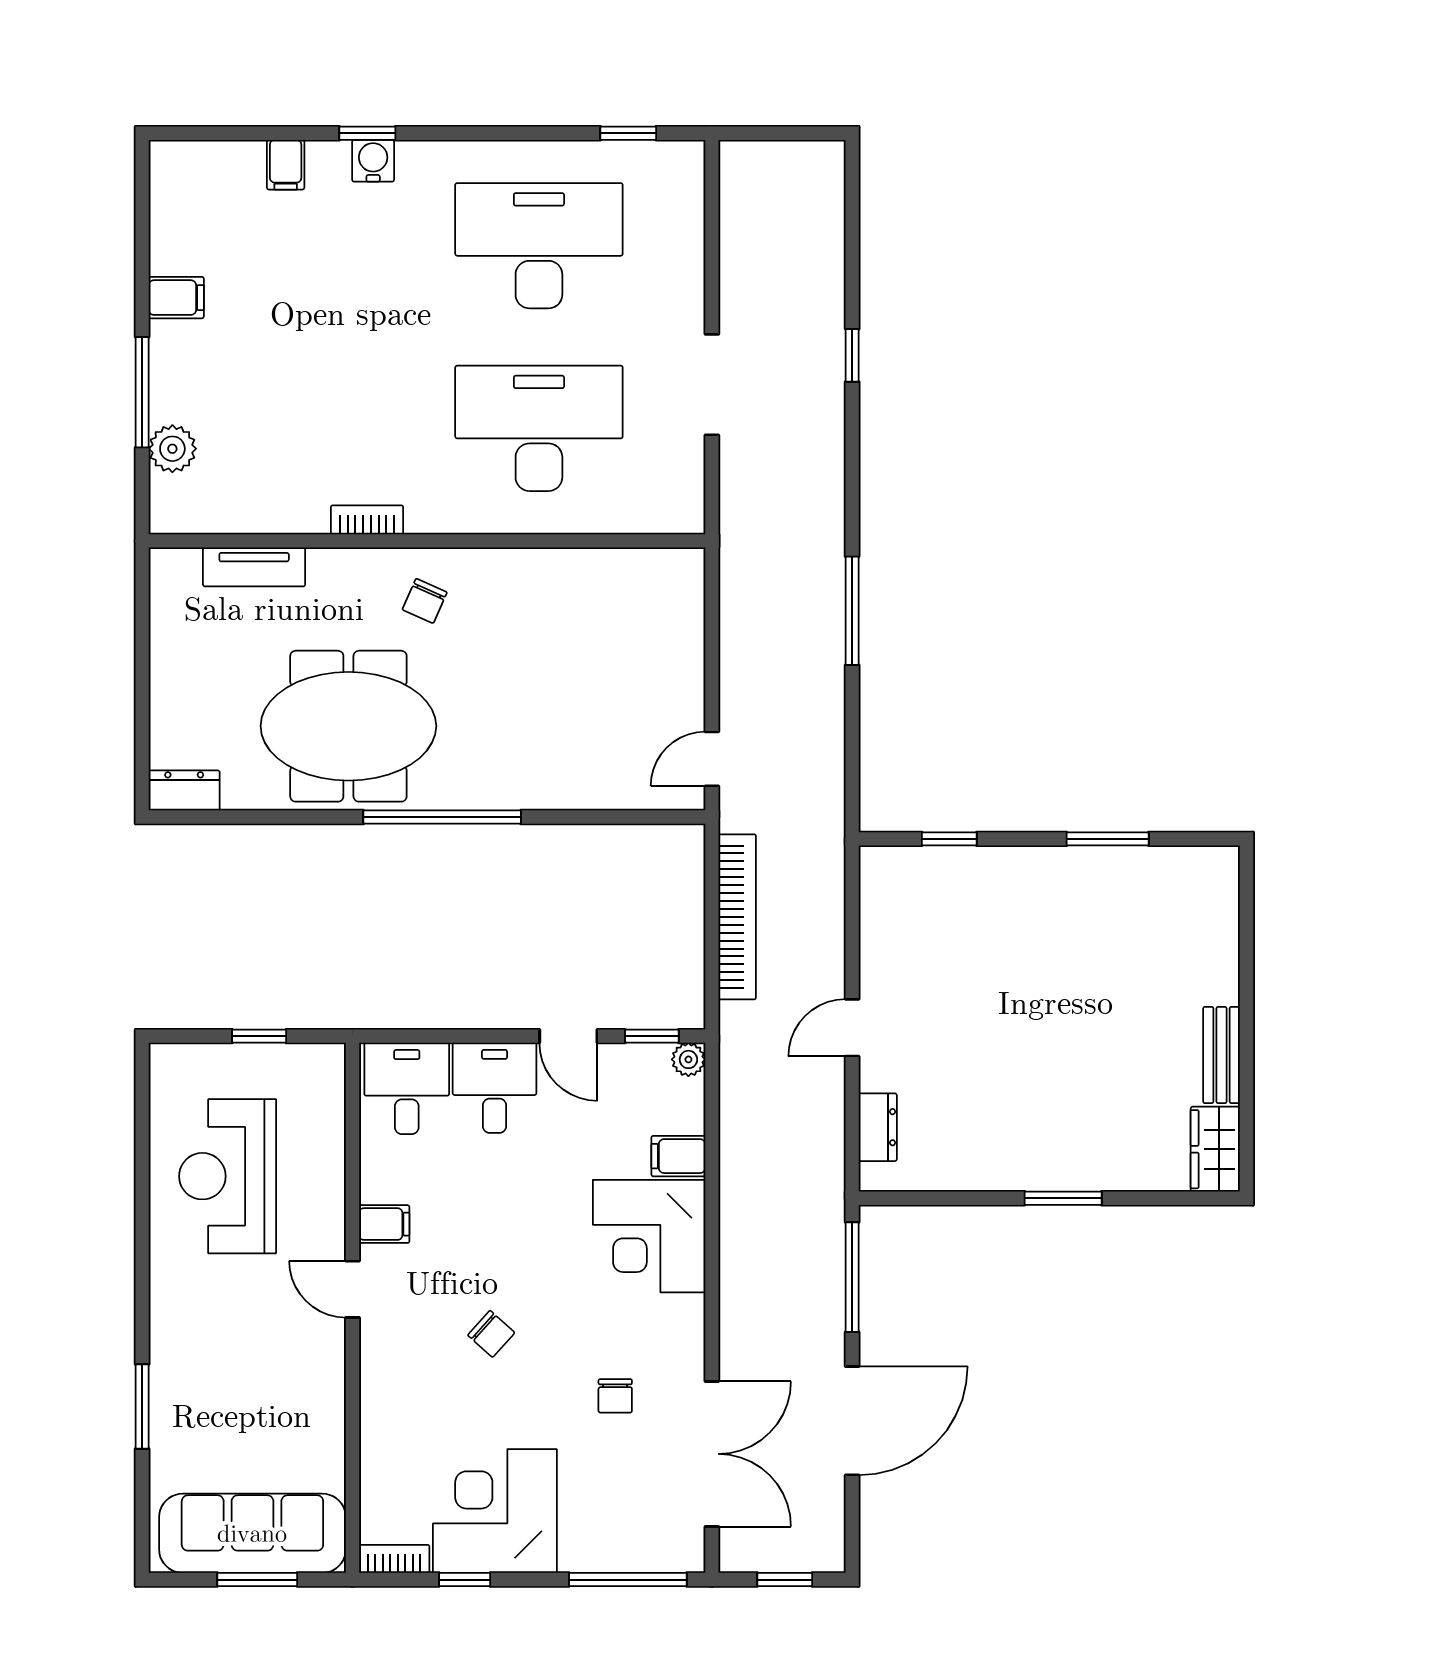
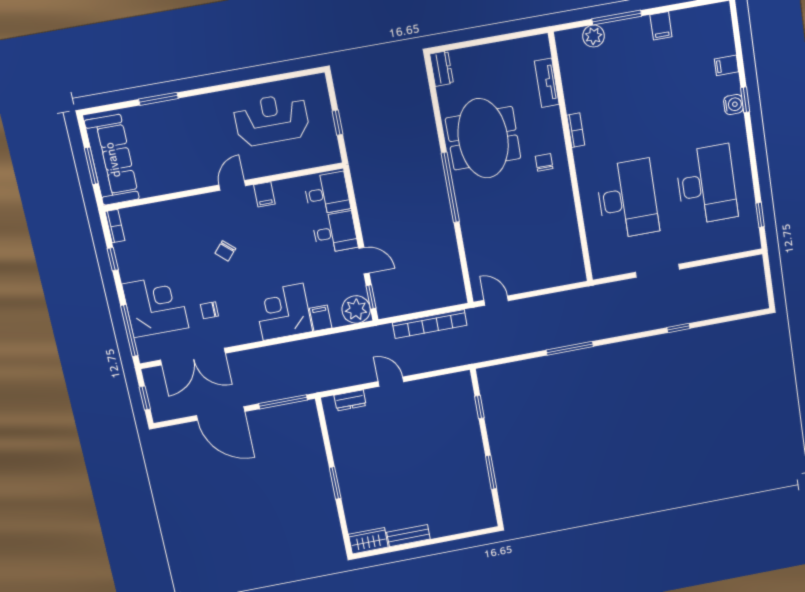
chair: (425, 601) -> (544, 162), turned 66
door: (568, 1036) -> (364, 261), swing flipped
plant: (688, 1059) -> (356, 309), width x1.88, depth x1.88
corner desk: (495, 1511) -> (155, 306), moved

